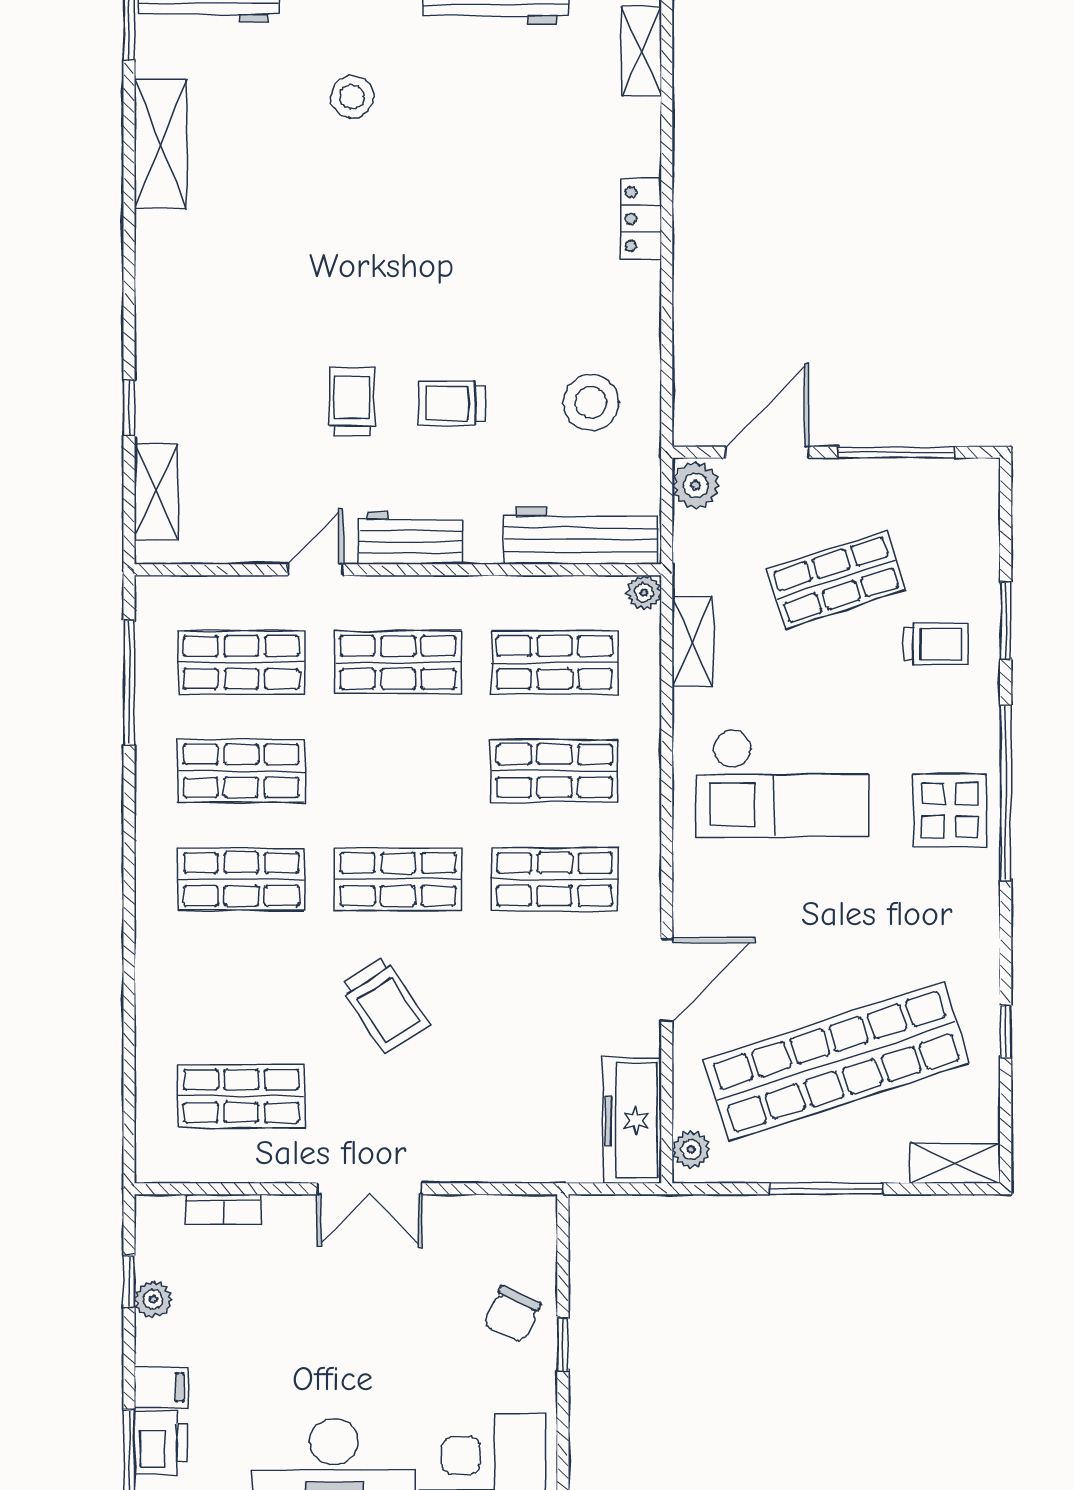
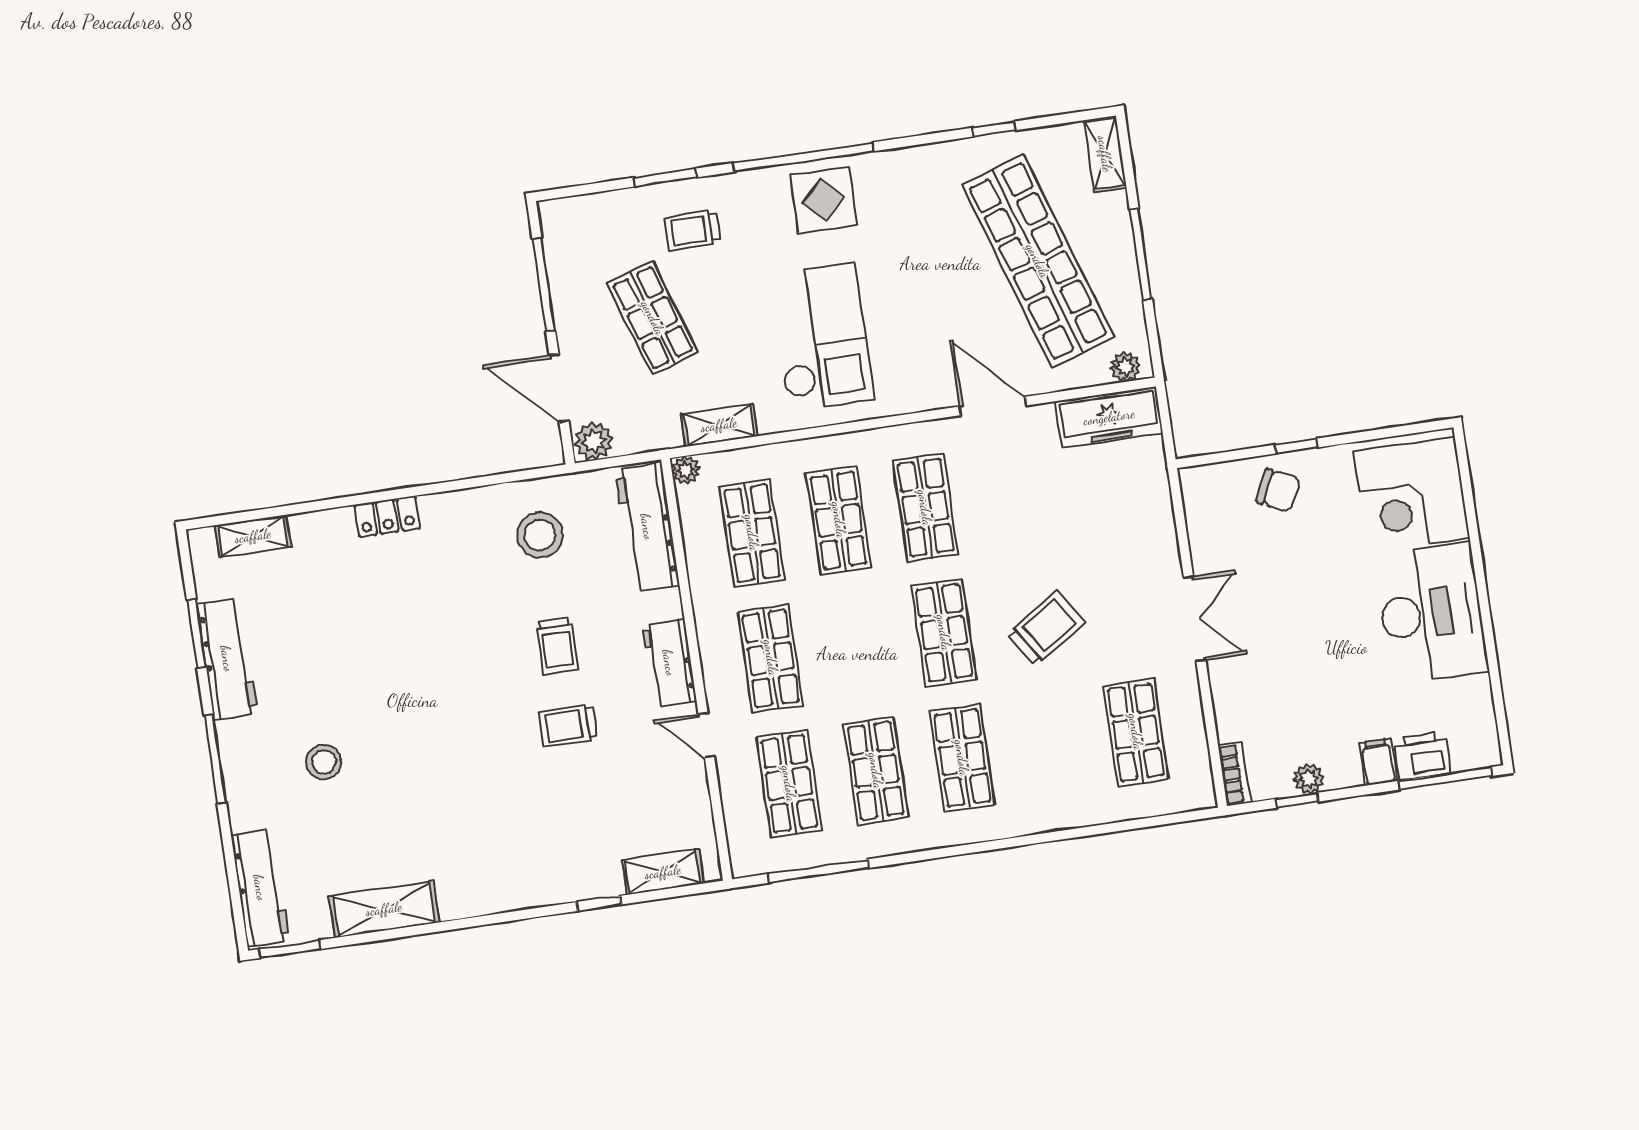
trolley: (936, 644) -> (692, 230), turned -90
bookcase: (223, 1209) -> (1234, 774), moved

